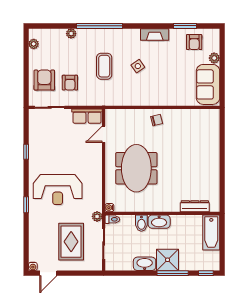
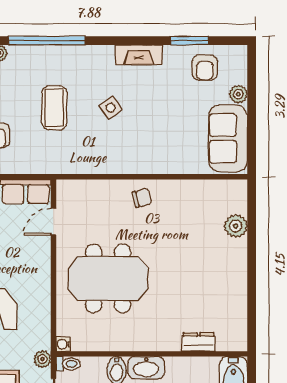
plant: (213, 137) -> (236, 226), added
meeting table: (136, 168) -> (108, 278), turned 90
dresser: (195, 206) -> (199, 342), width x0.70

